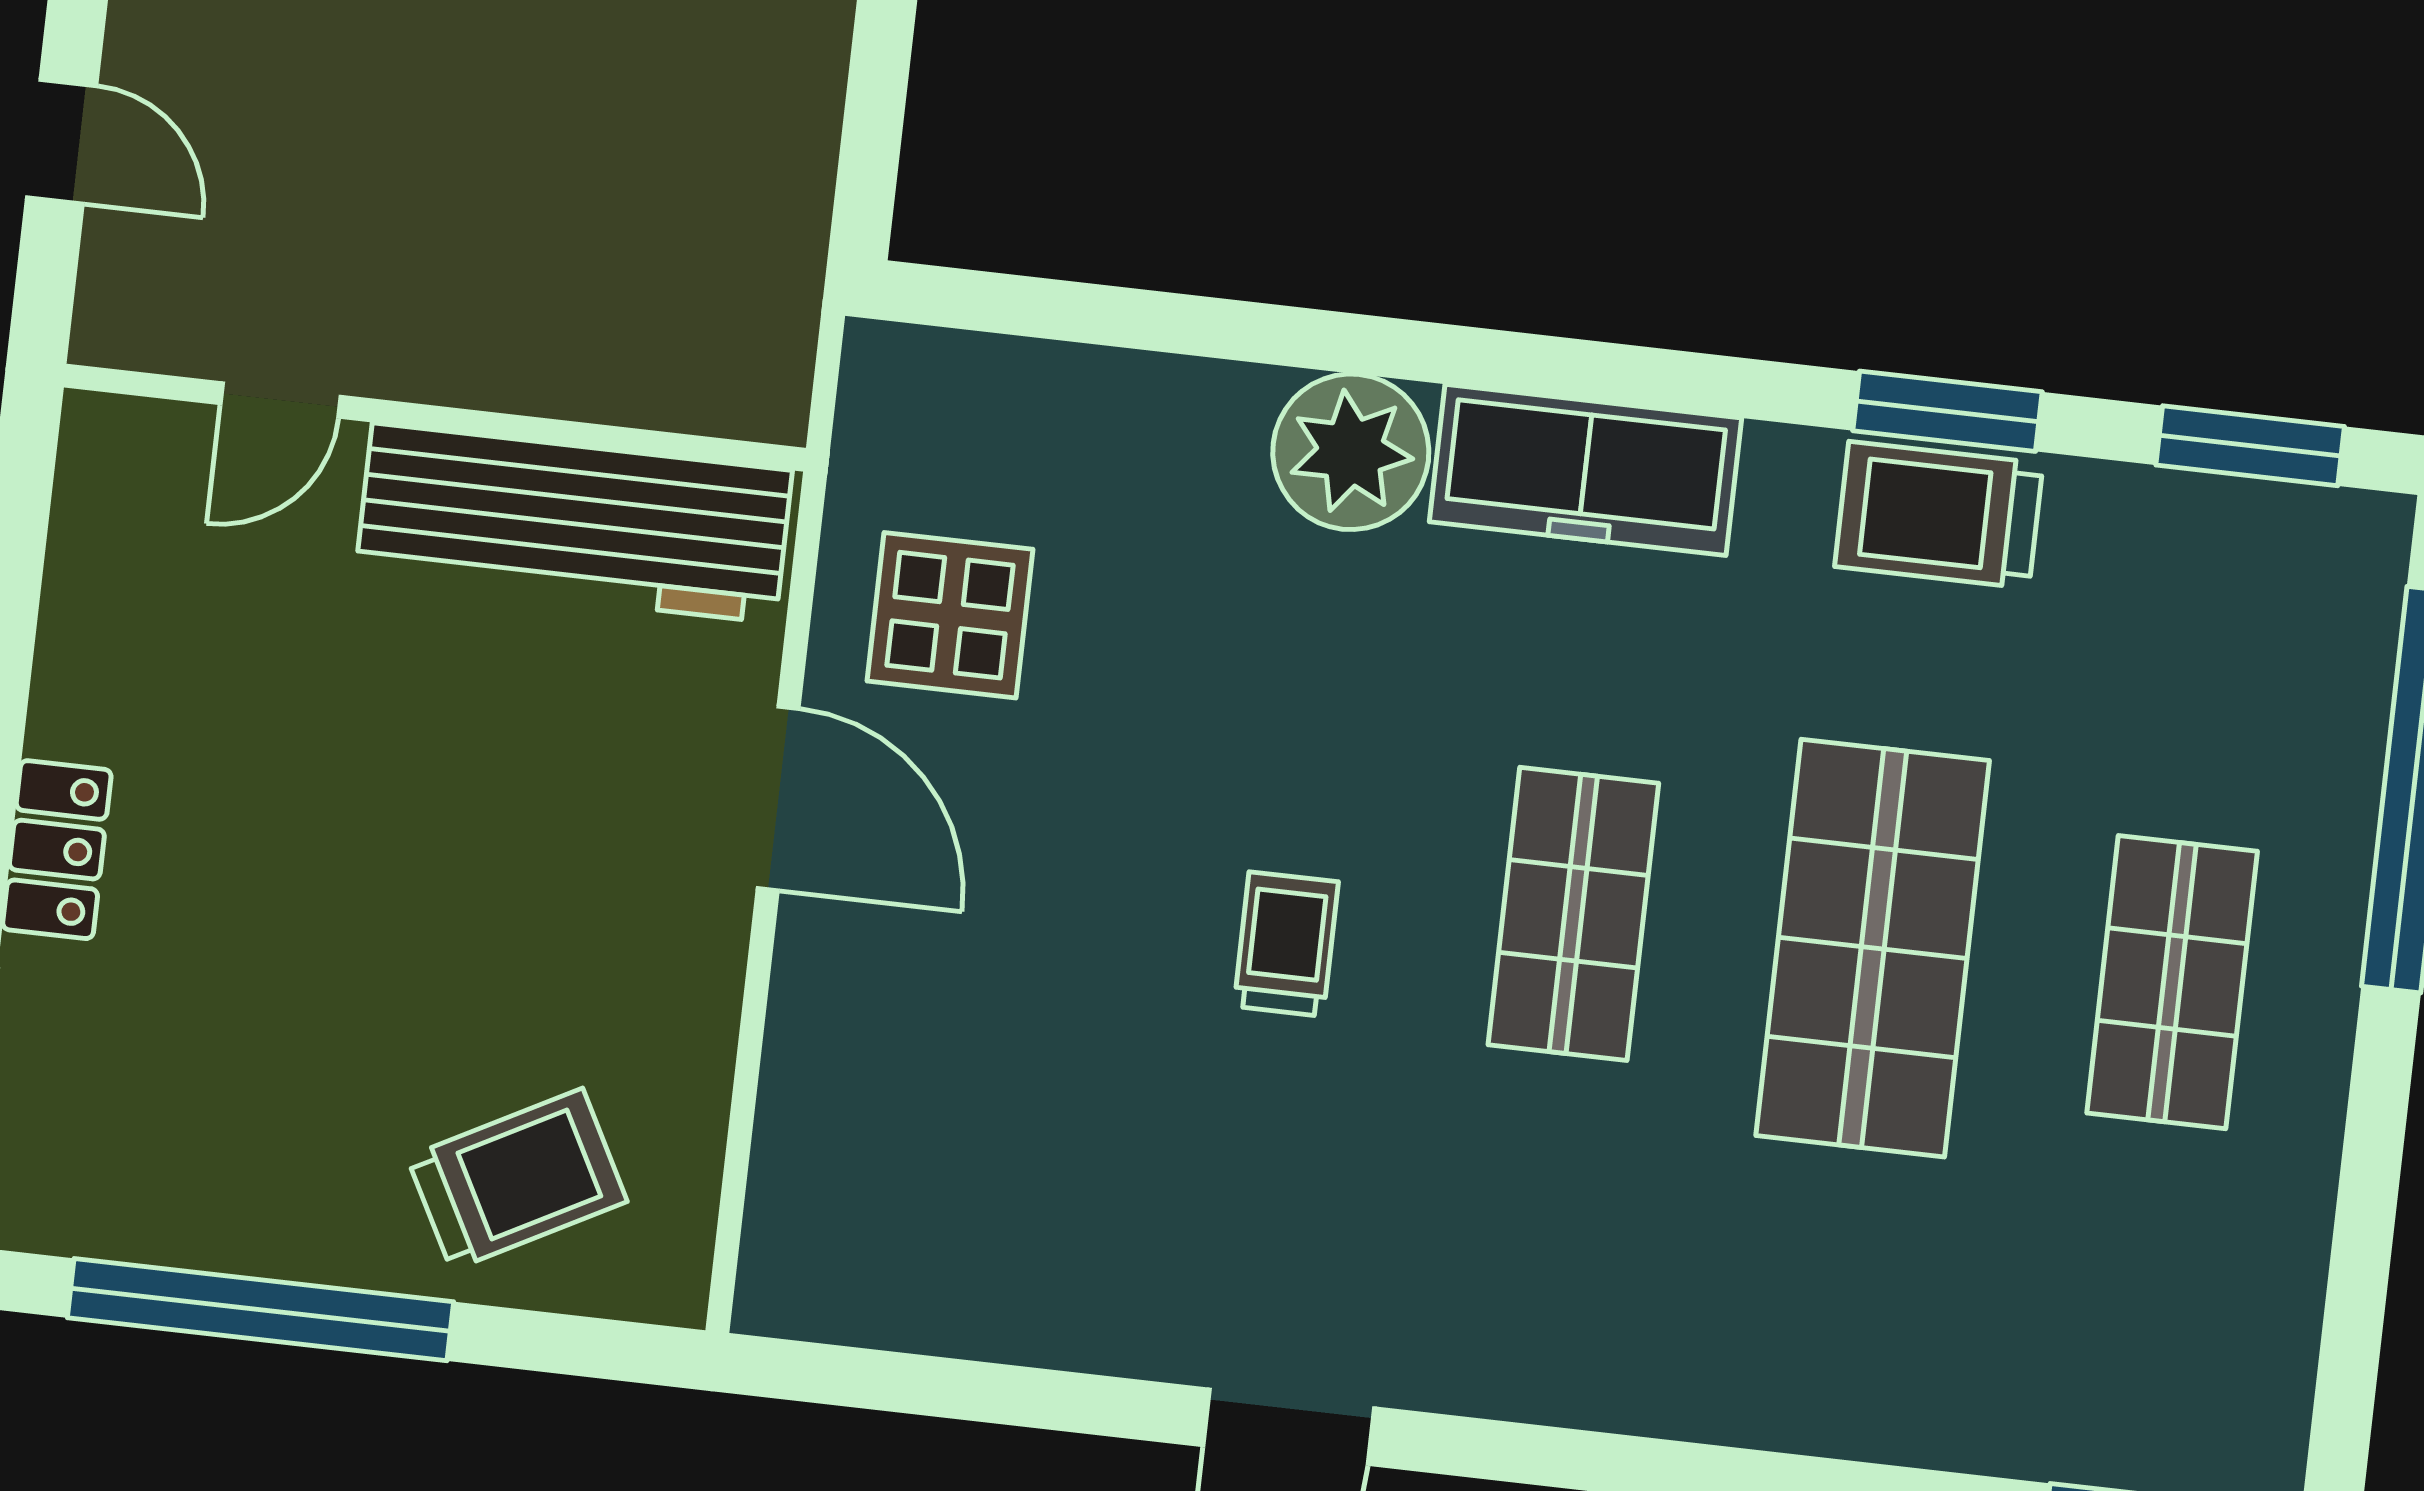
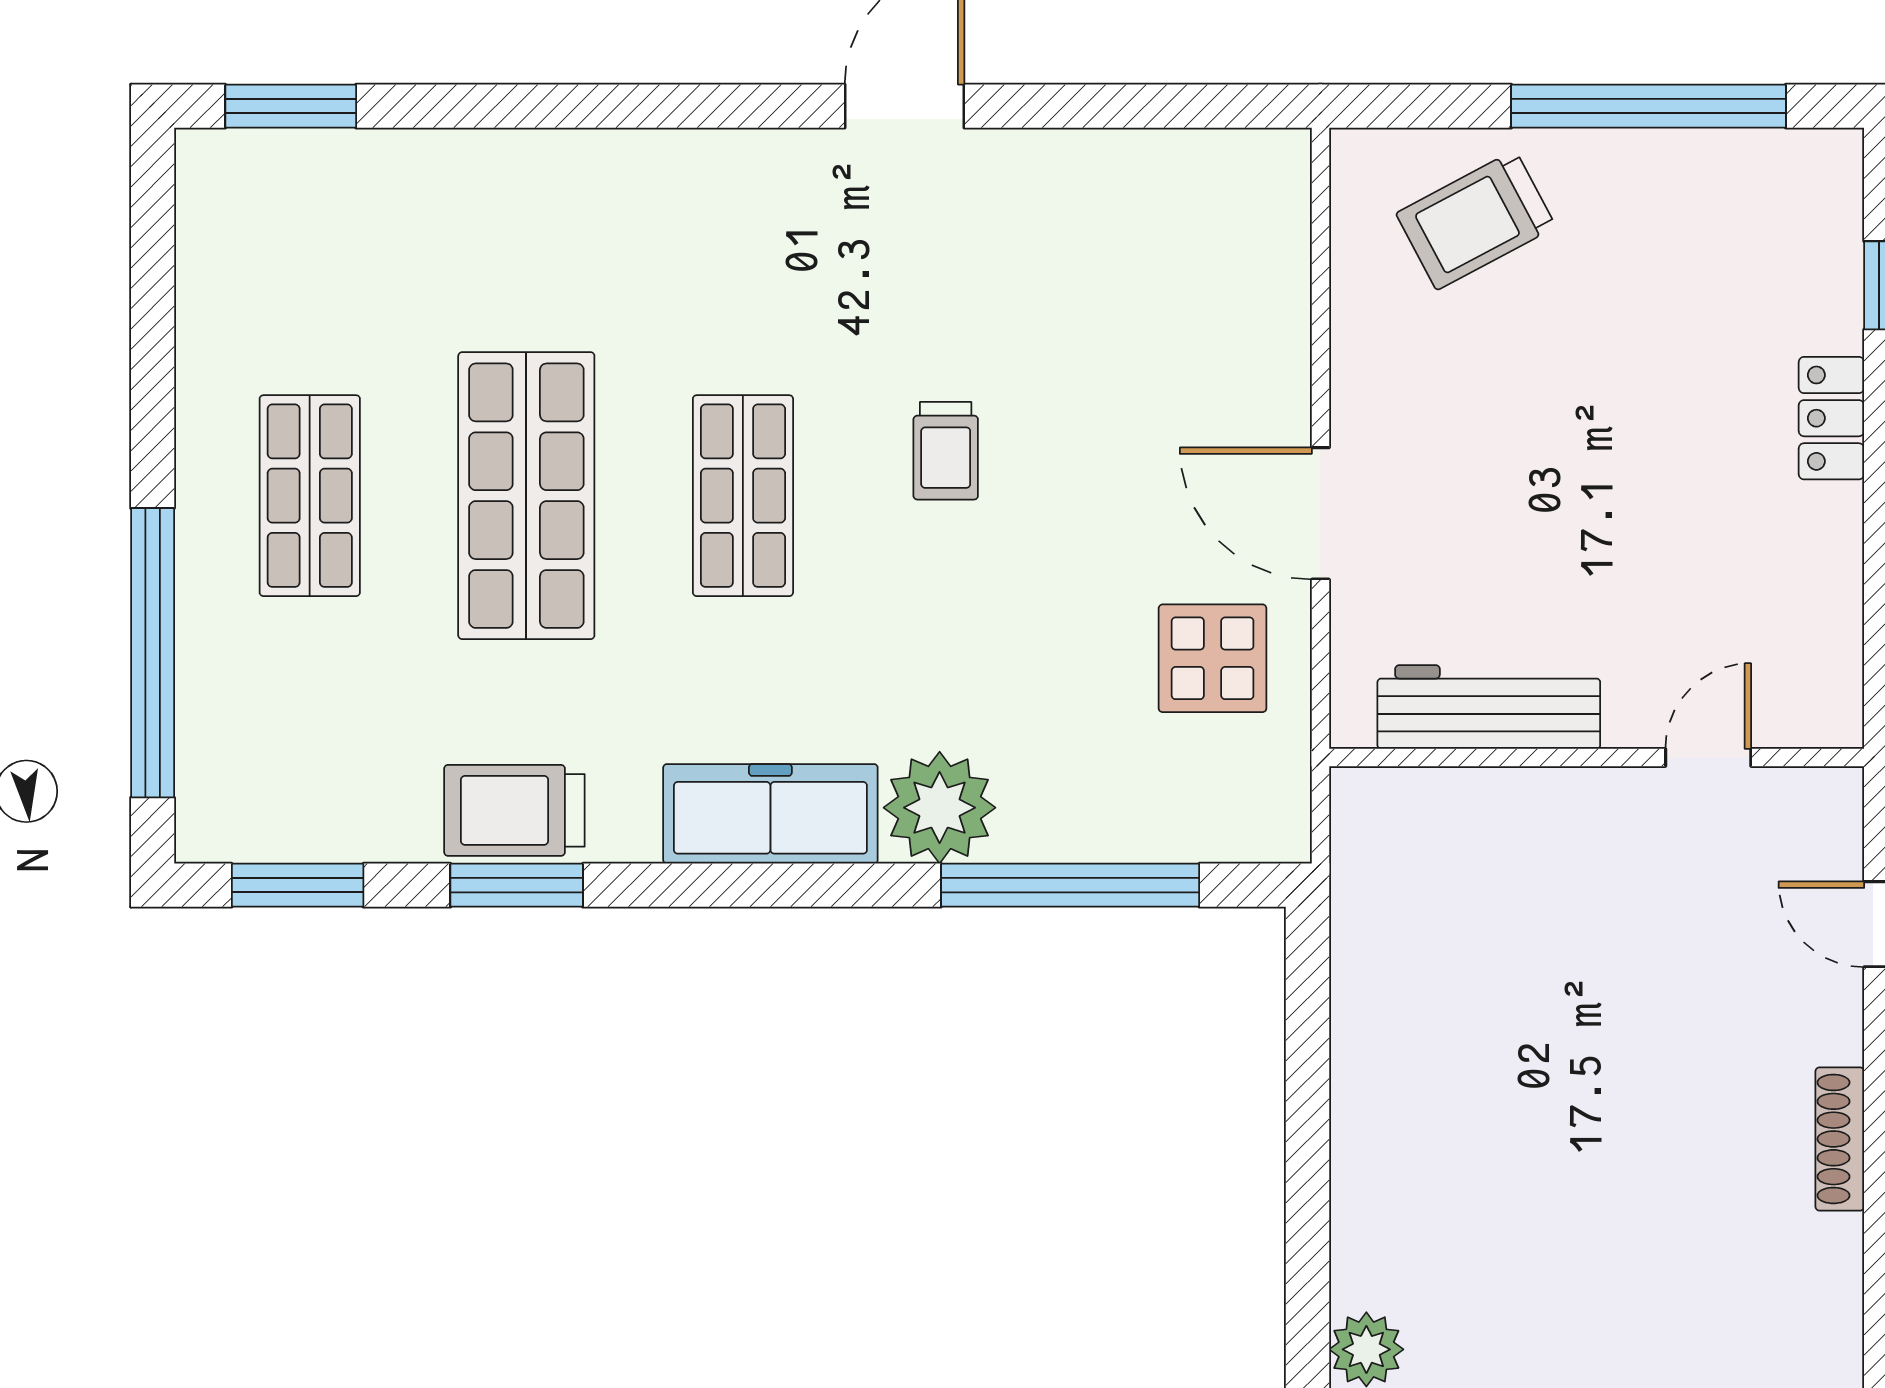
window: (1183, 324) -> (1070, 885), added
trolley: (1939, 515) -> (514, 810), turned 180
workbench: (574, 523) -> (1489, 707), width x0.73, depth x0.76

